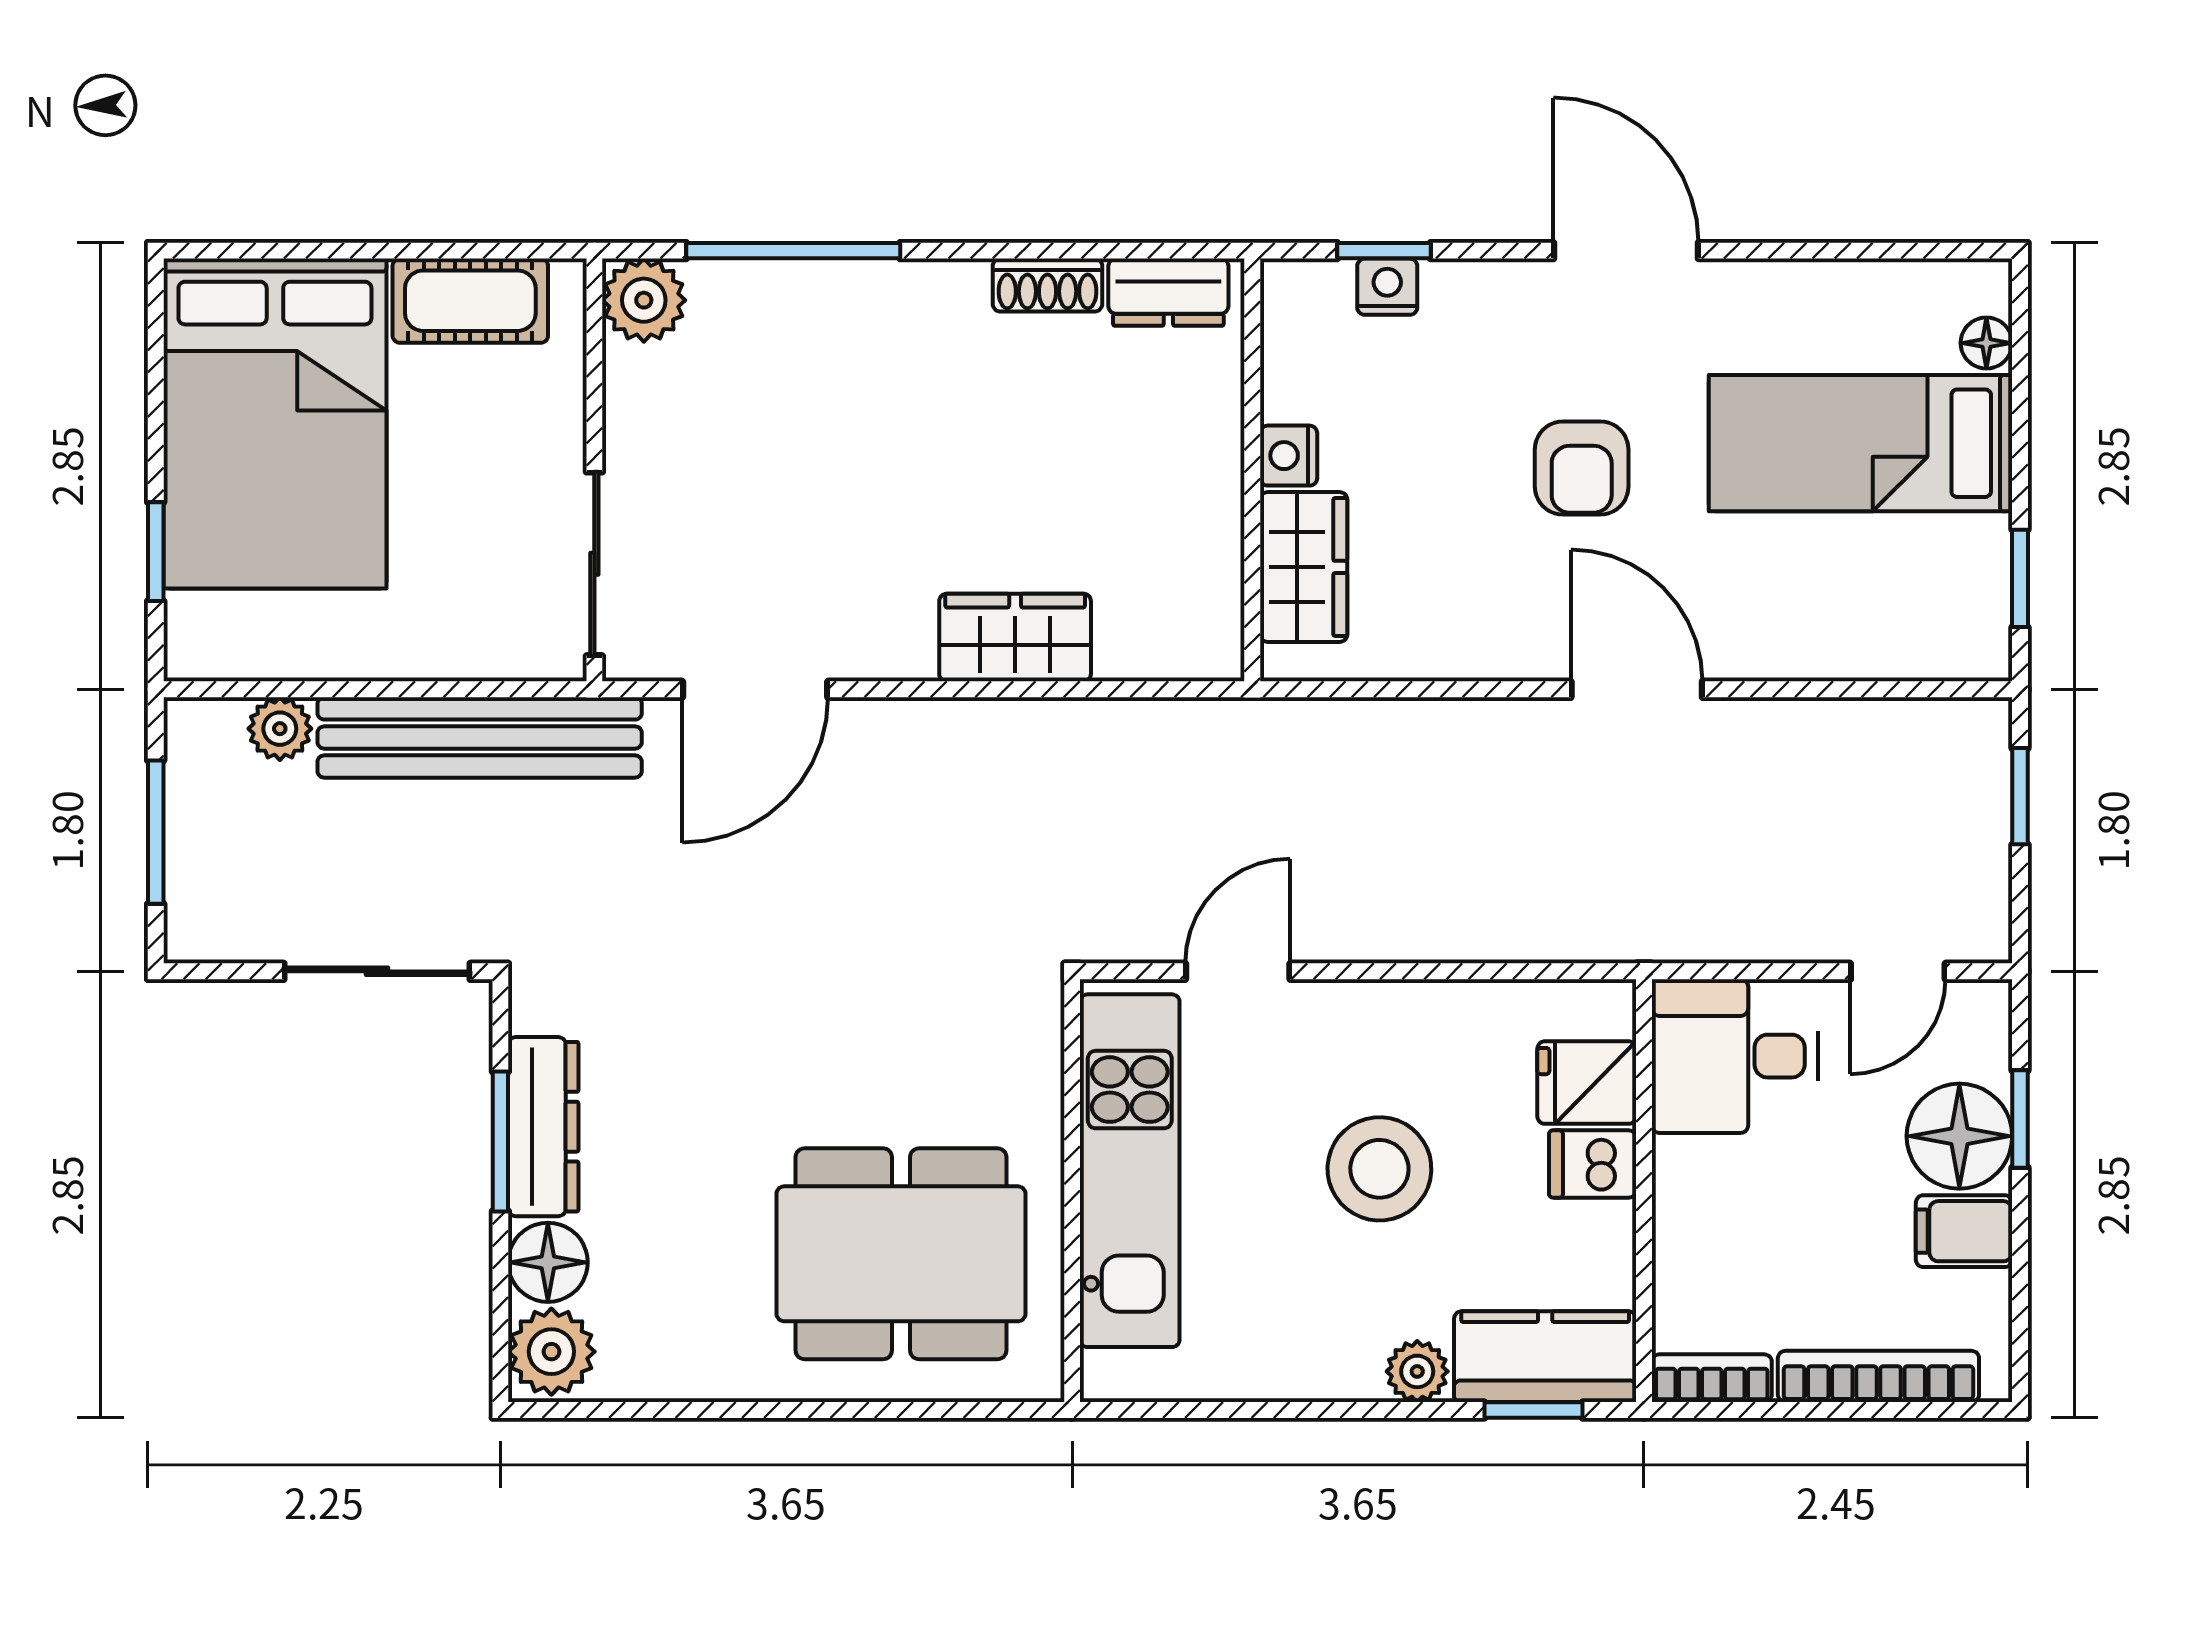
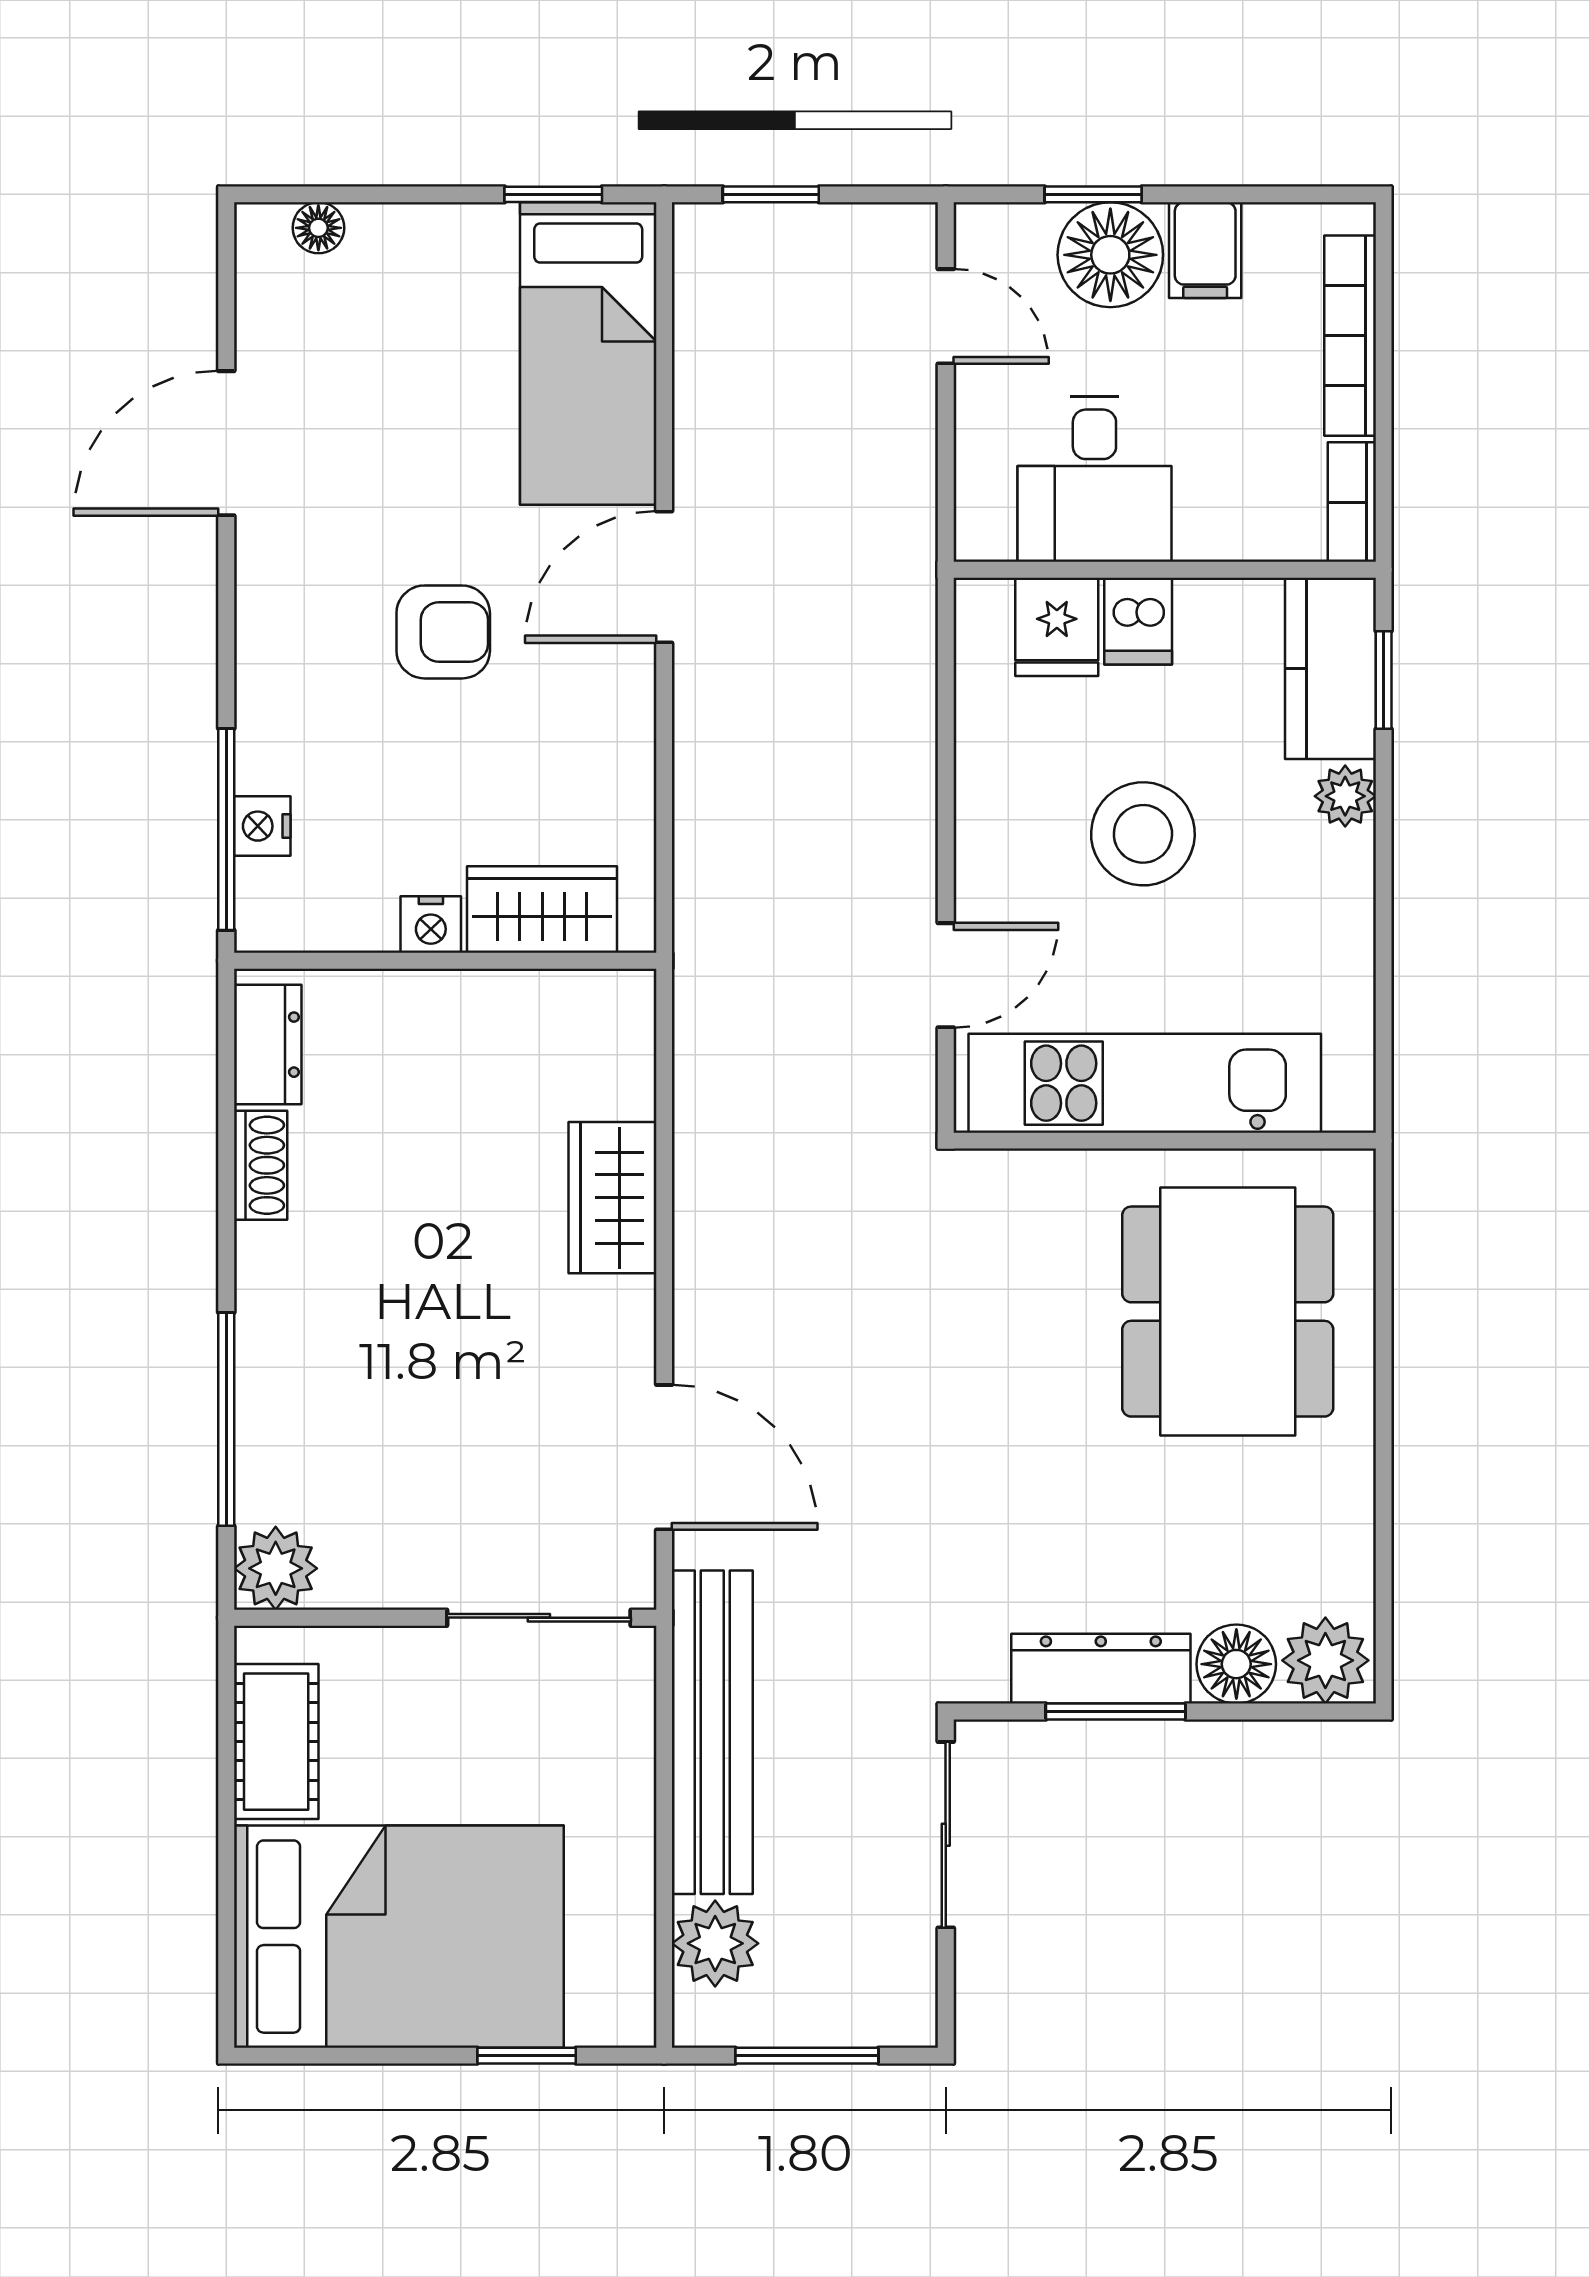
window: (1384, 251) -> (226, 829), width x2.17
door: (1626, 251) -> (226, 443), moved
bed: (1861, 443) -> (588, 354), moved
plant: (280, 729) -> (715, 1943), width x1.38, depth x1.38
door: (1238, 971) -> (946, 975), swing flipped
desk: (1735, 1056) -> (1094, 479), moved

